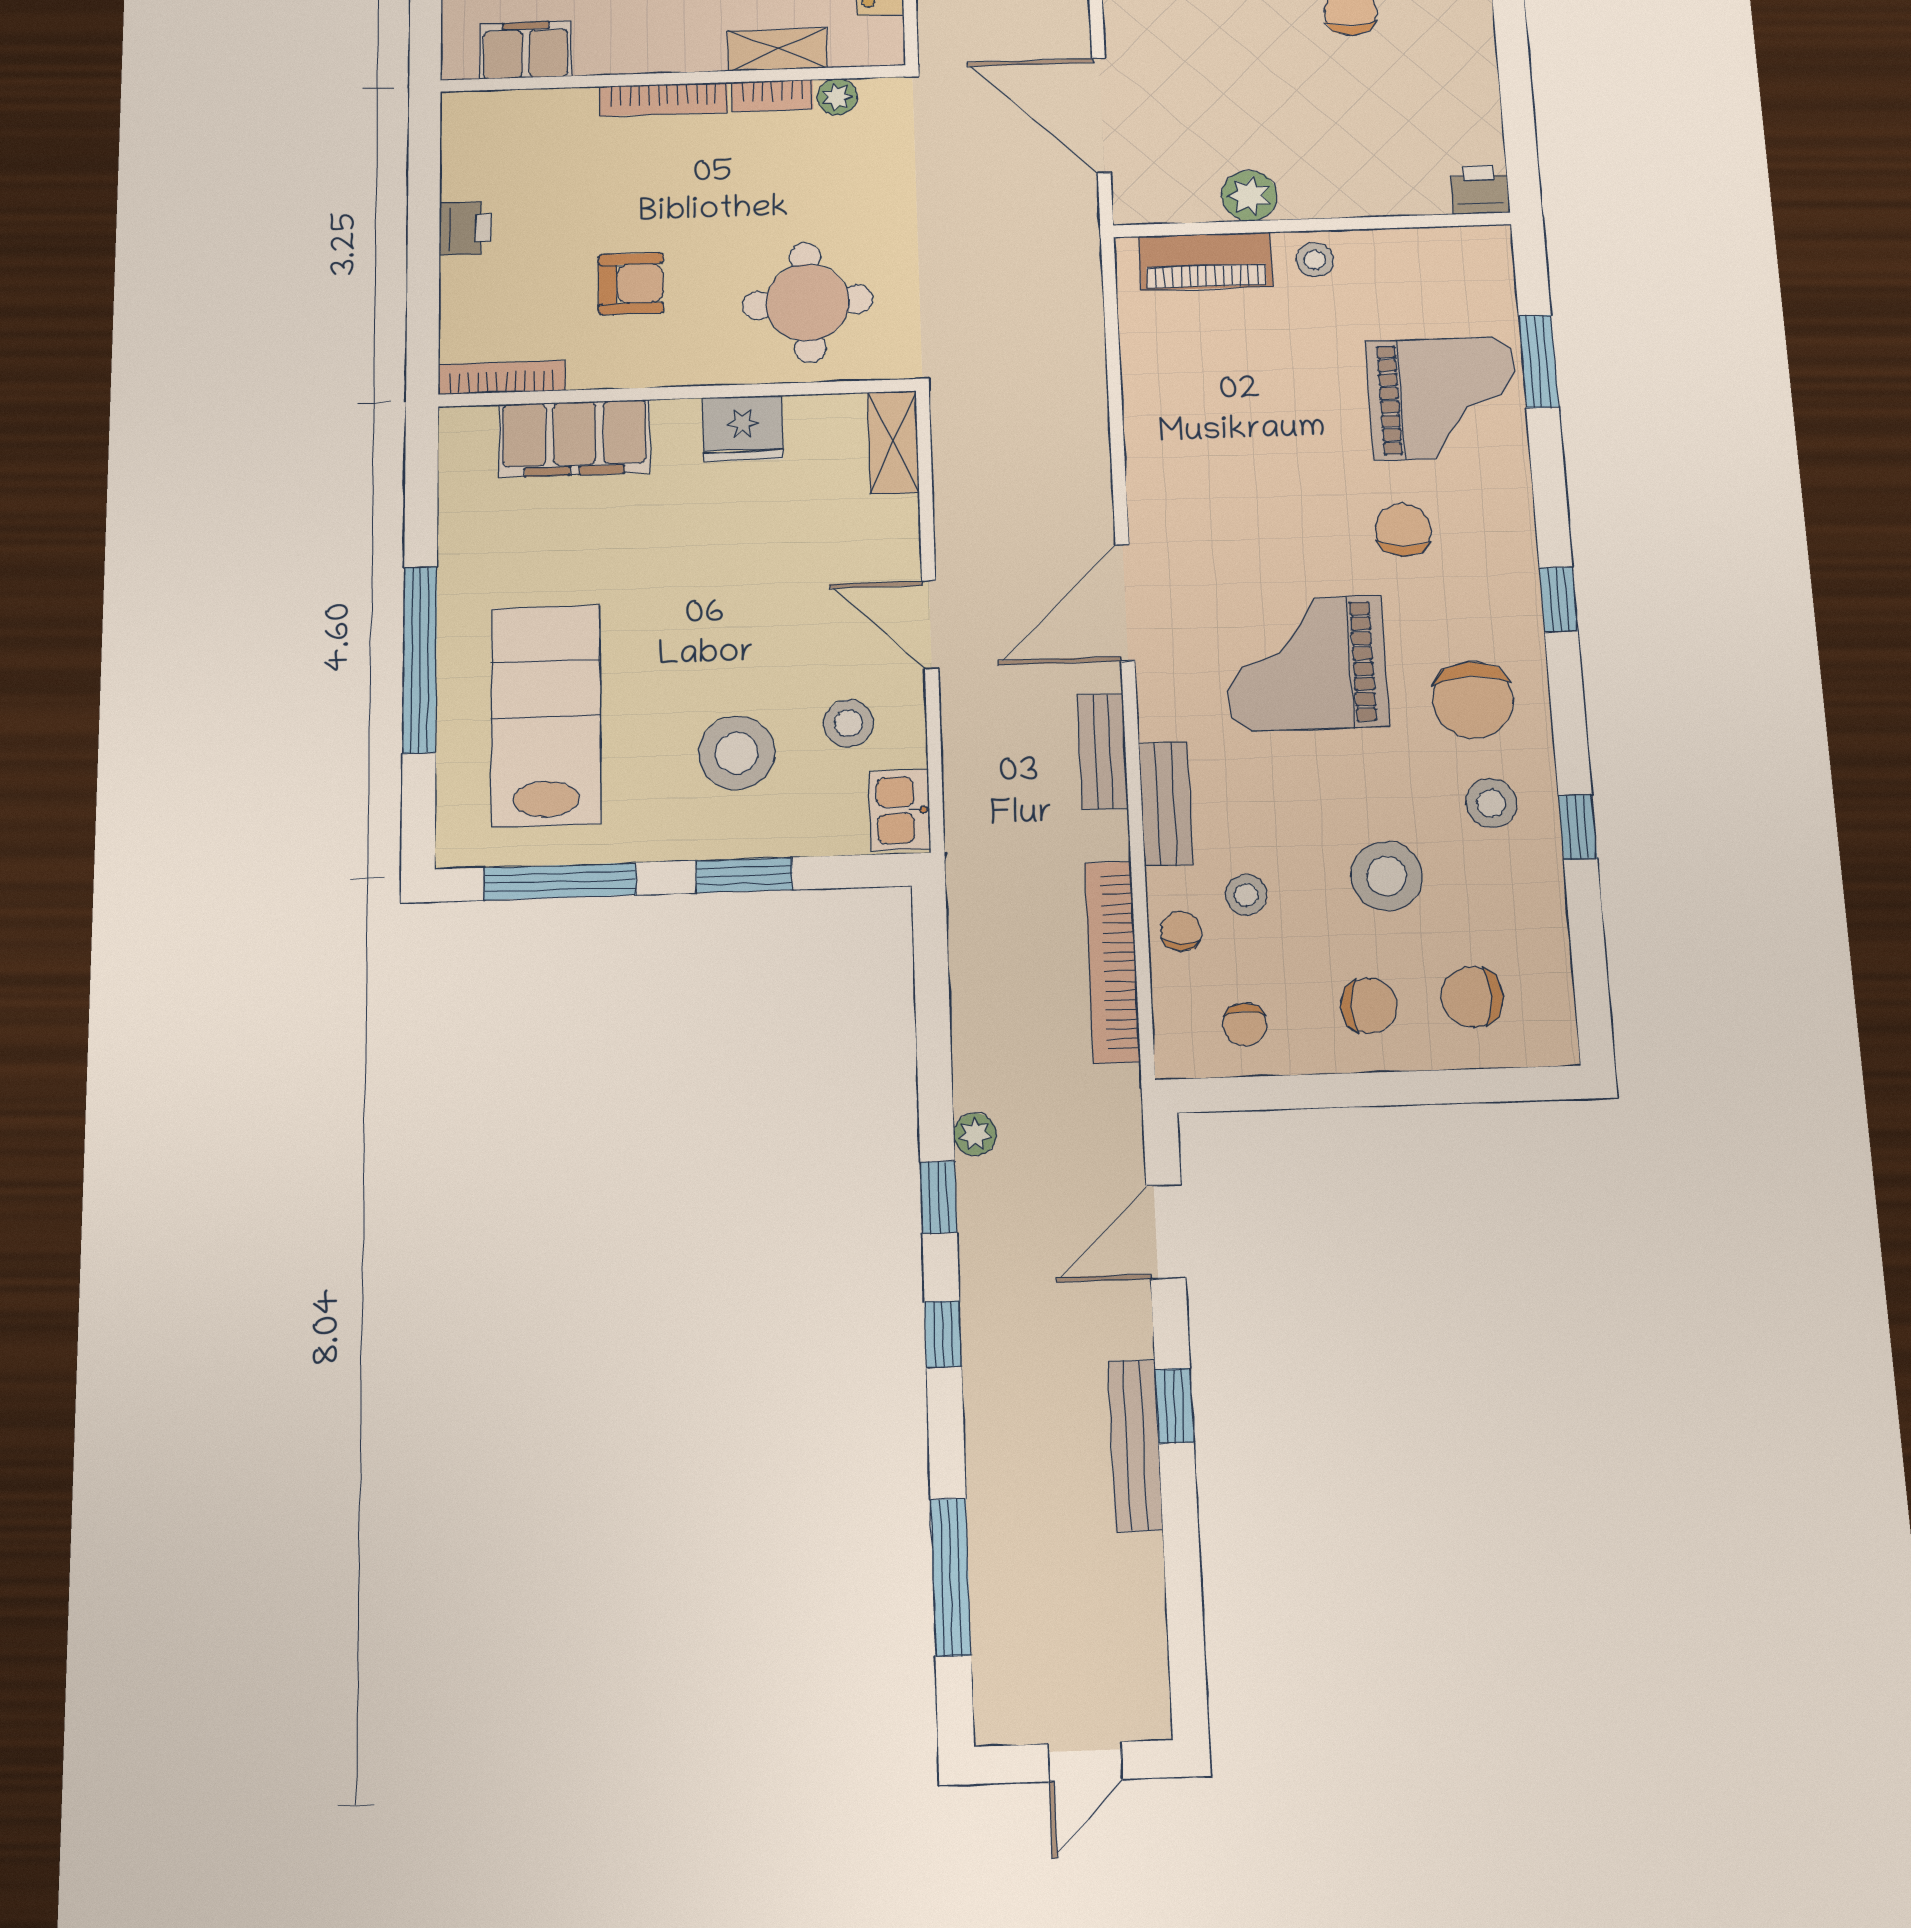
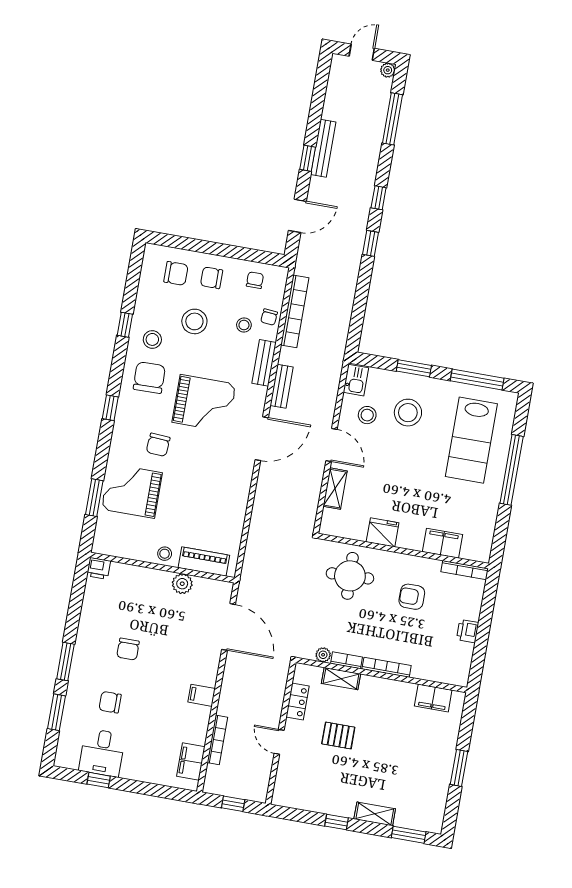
filing cabinet: (574, 439) -> (443, 543), width x0.67, depth x0.86
shelving: (893, 442) -> (335, 489), moved
plant: (975, 1134) -> (388, 70), moved

